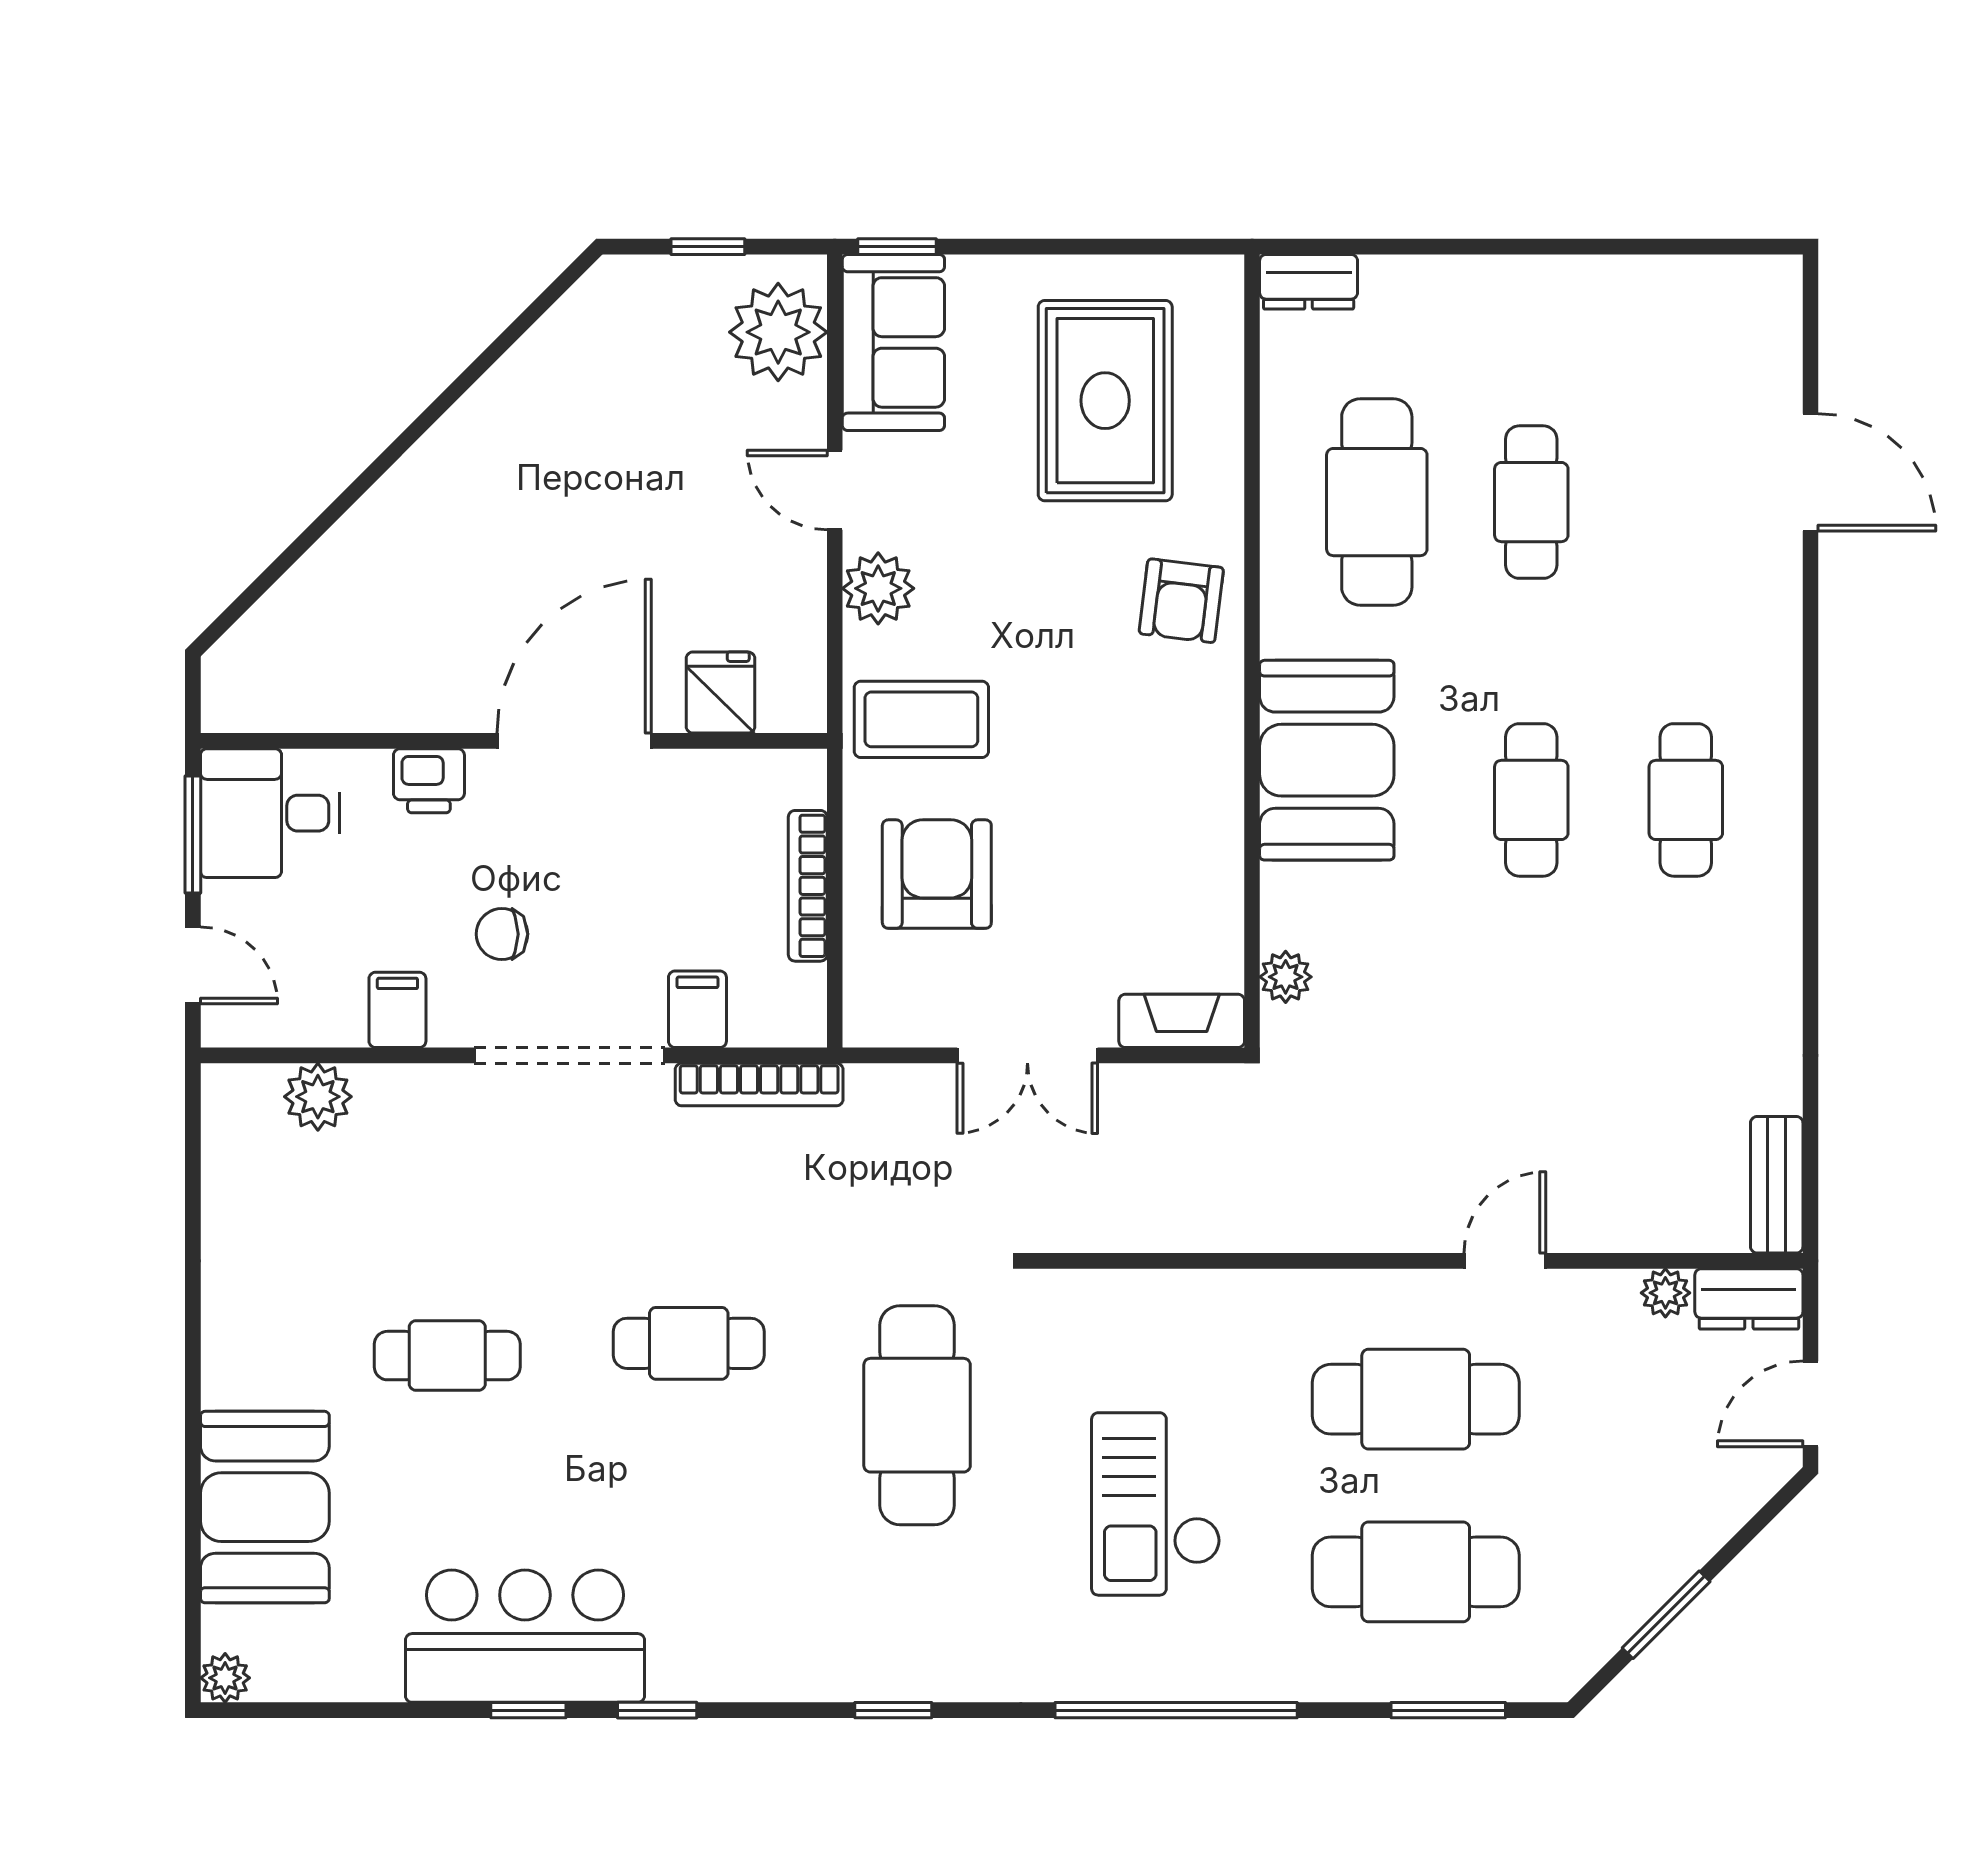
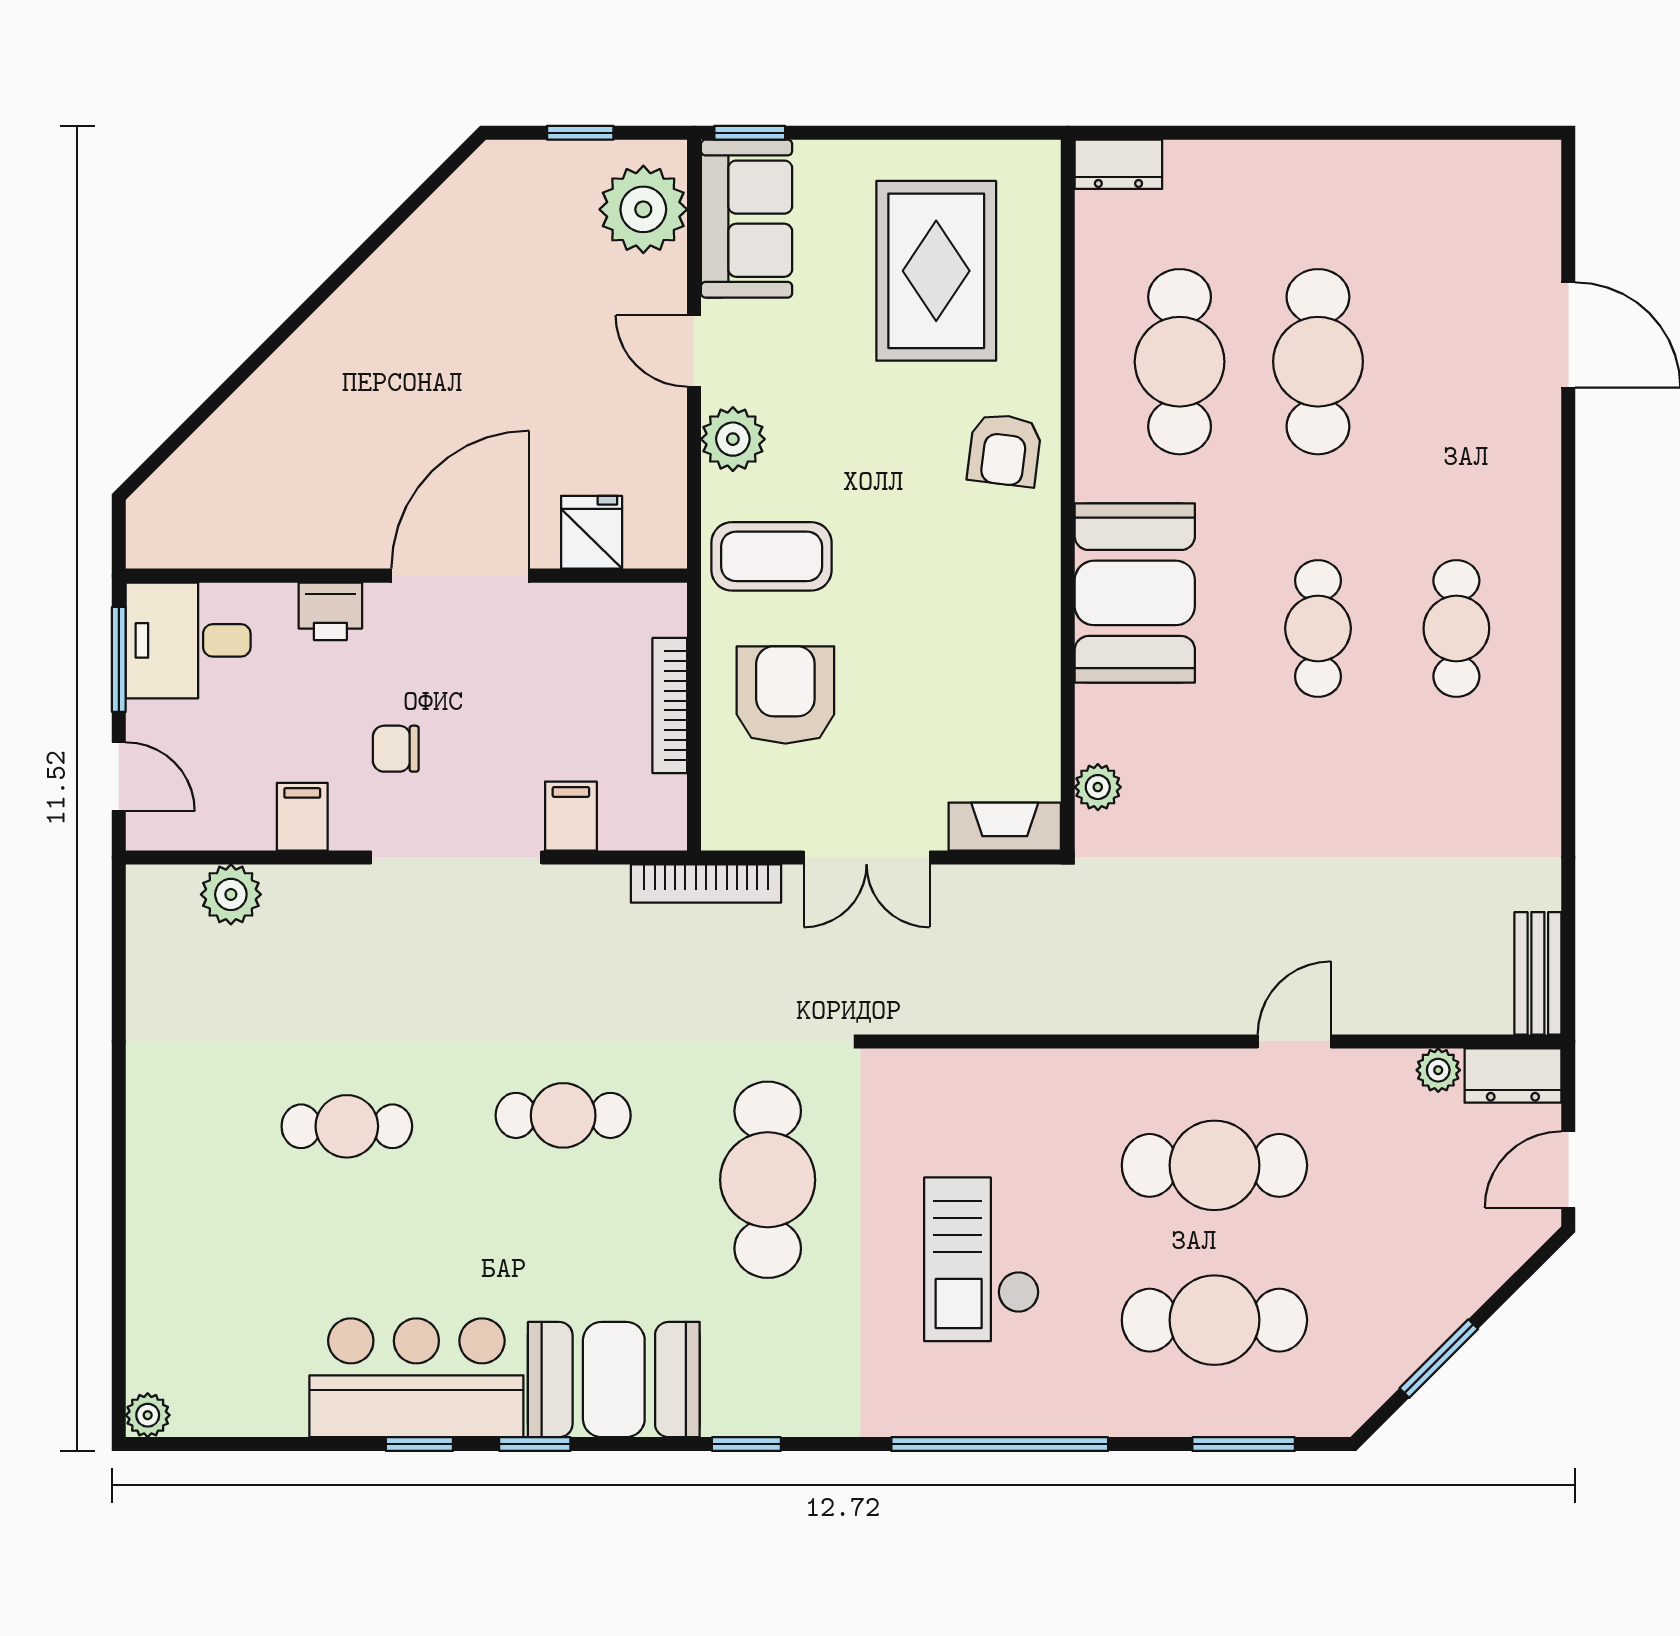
cafe table: (1531, 502) -> (1318, 362), width x1.37, depth x1.35
bookcase: (759, 1085) -> (706, 884), moved
booth: (265, 1507) -> (614, 1380), moved, turned 90

